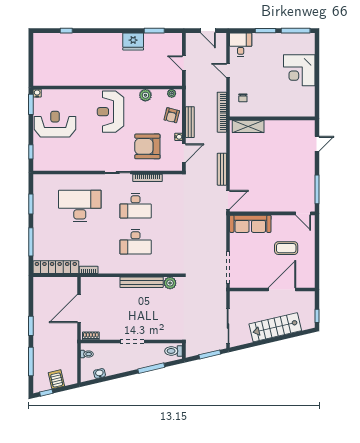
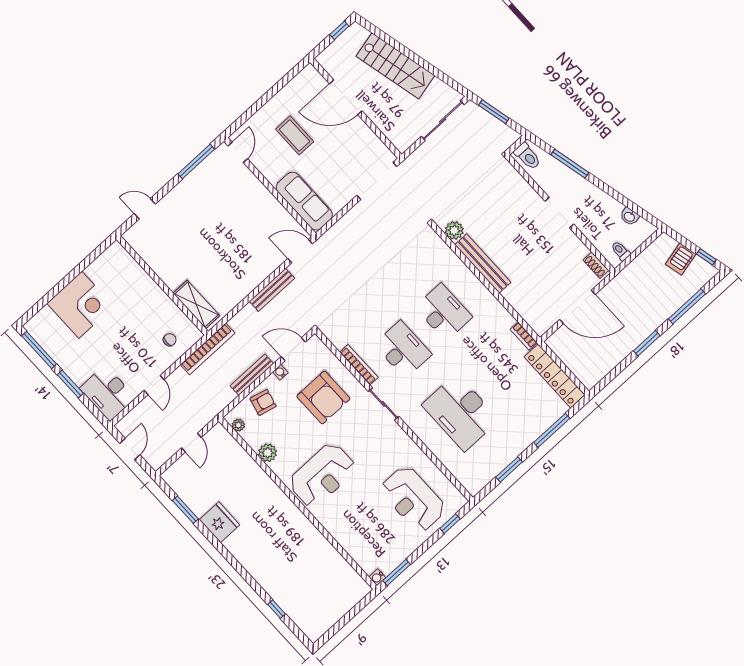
desk: (241, 45) -> (108, 393), width x1.37
reception desk: (55, 124) -> (413, 499), moved

